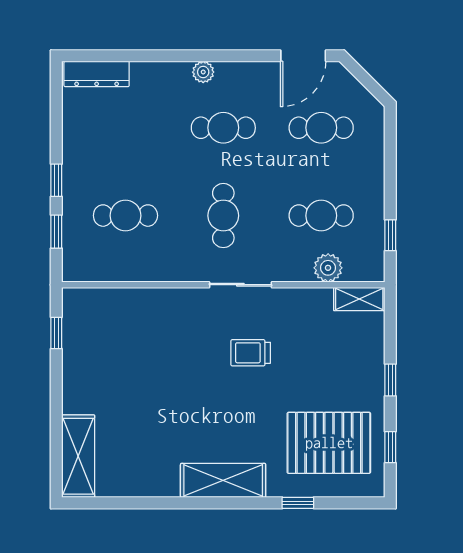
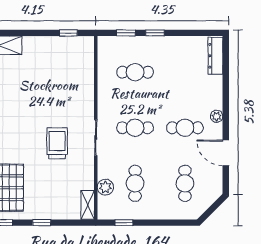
door: (303, 56) -> (226, 153), moved
cafe table: (223, 128) -> (185, 128), turned 90
cafe table: (125, 216) -> (135, 72), turned 90
trolley: (251, 353) -> (57, 143), width x1.36, depth x1.39

